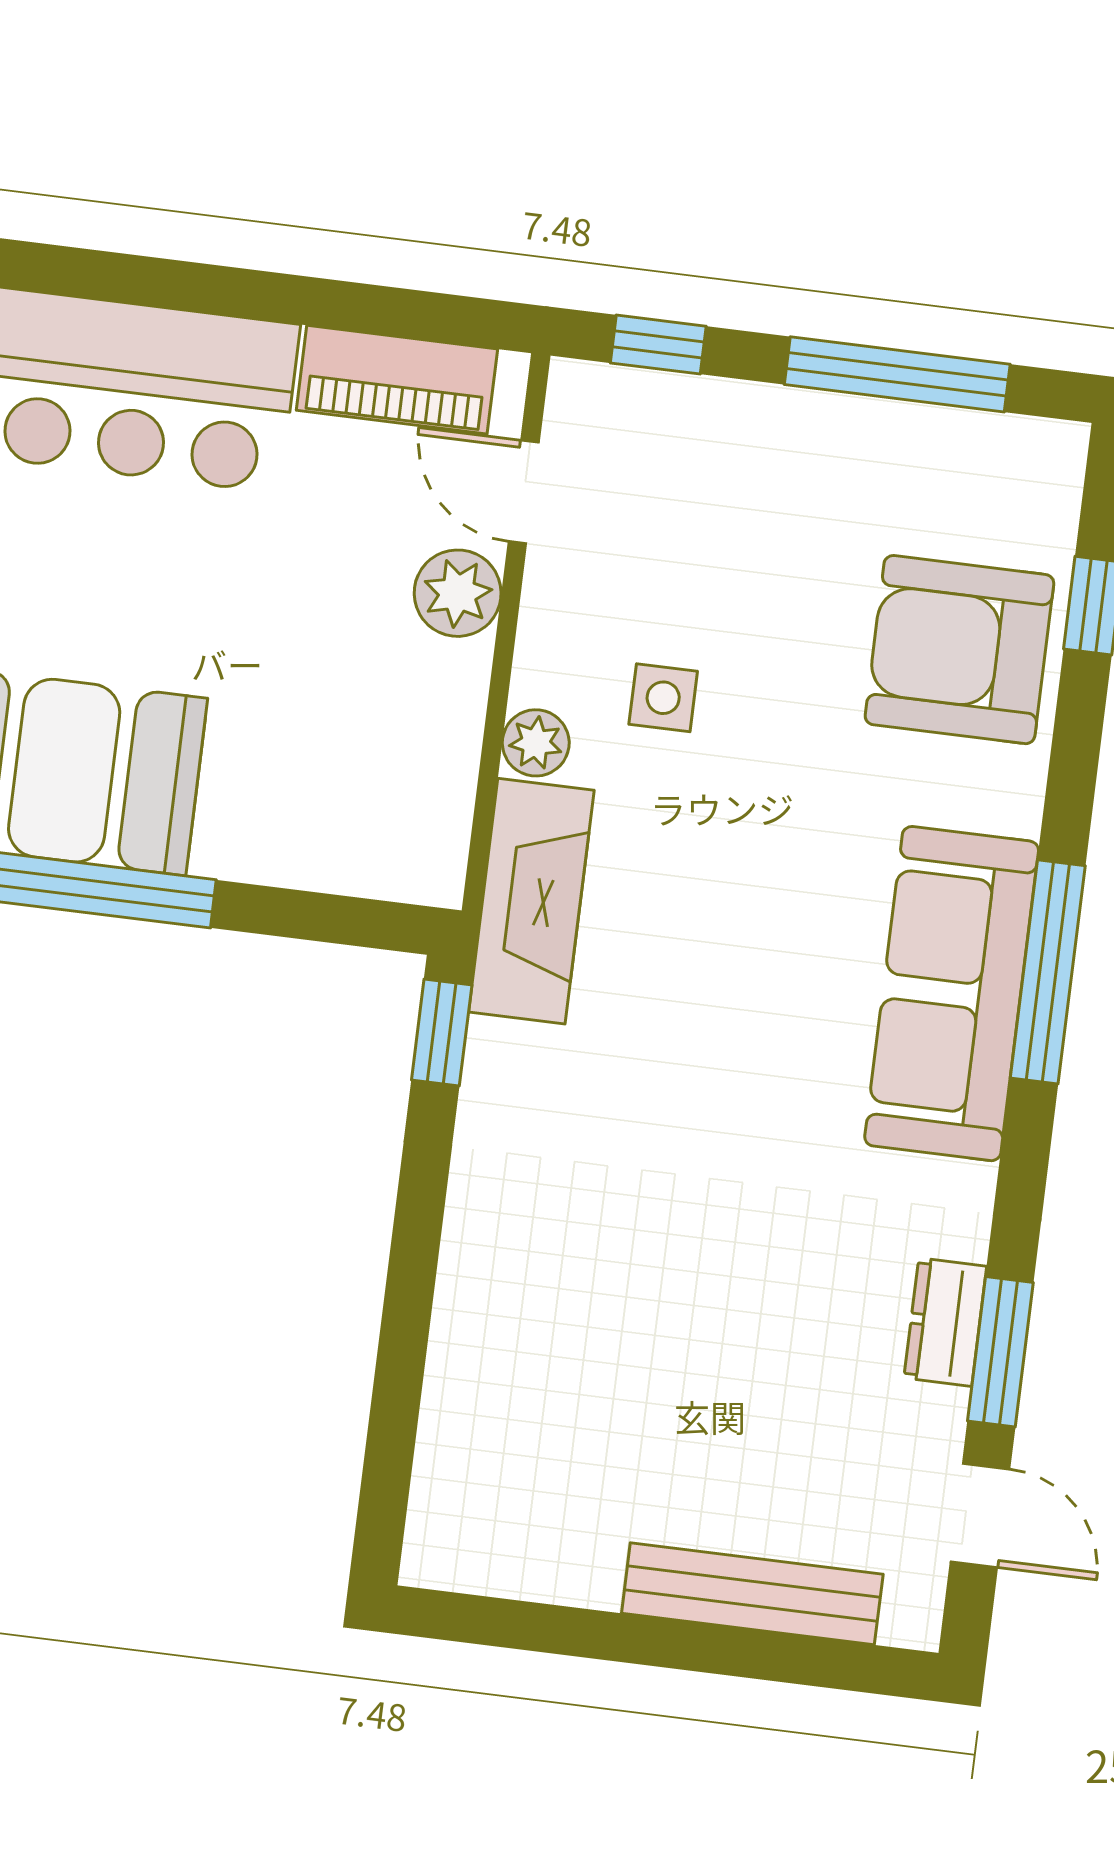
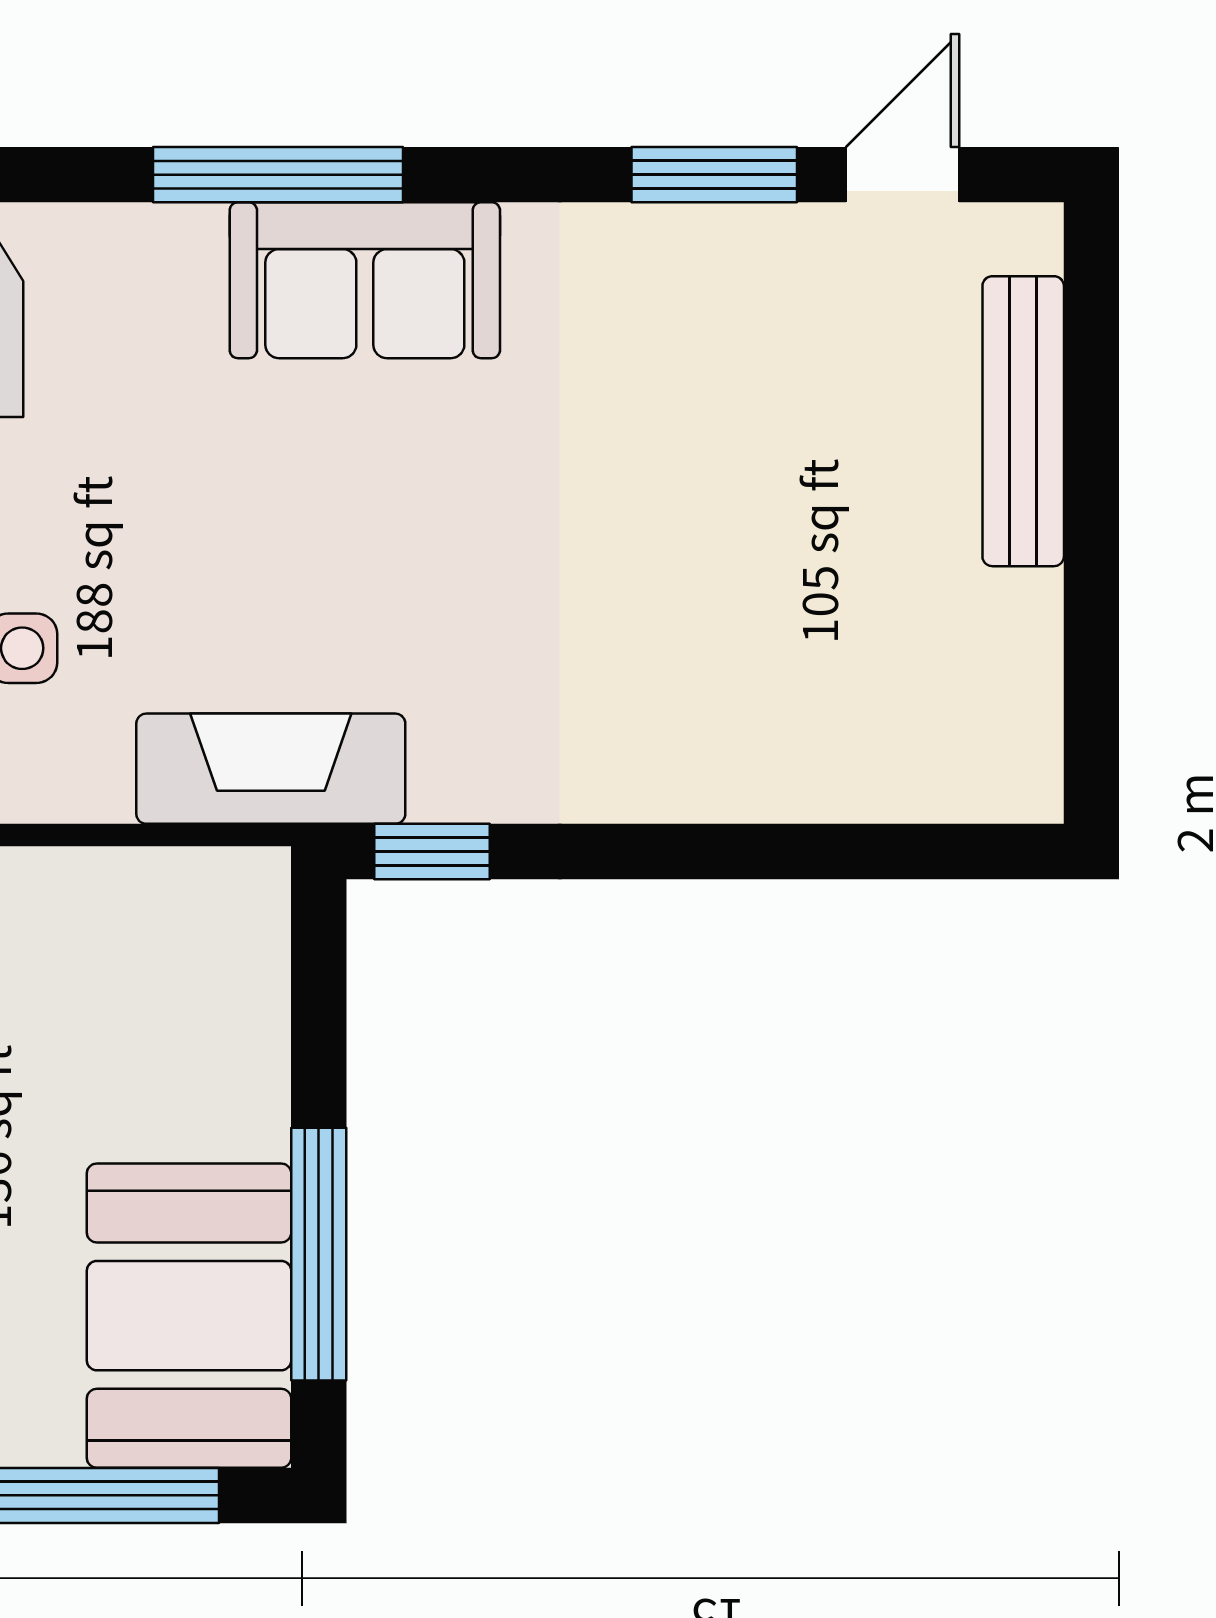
plant: (536, 743) -> (91, 786), removed
sofa: (952, 994) -> (365, 280), width x0.73
dresser: (945, 1322) -> (689, 241), removed

